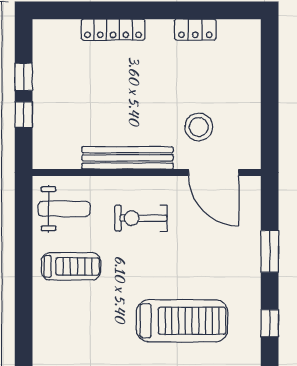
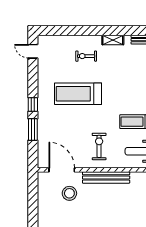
exercise bike: (141, 218) -> (99, 146), turned -90
window: (270, 323) -> (33, 104), moved

